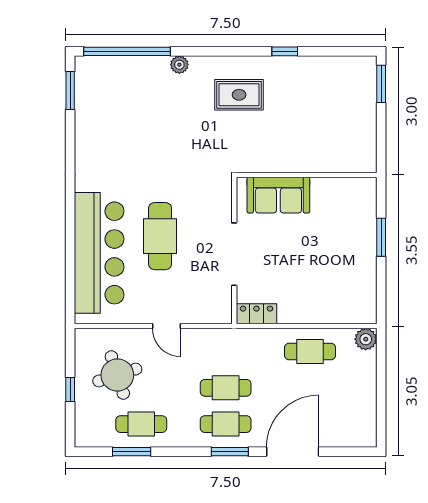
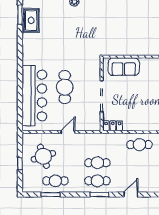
rug: (239, 95) -> (31, 20), moved, turned 90
door: (166, 326) -> (68, 132), swing flipped
door: (293, 452) -> (131, 195), width x0.53

